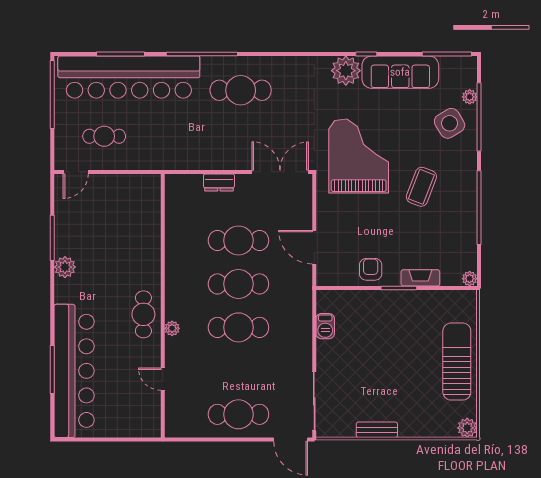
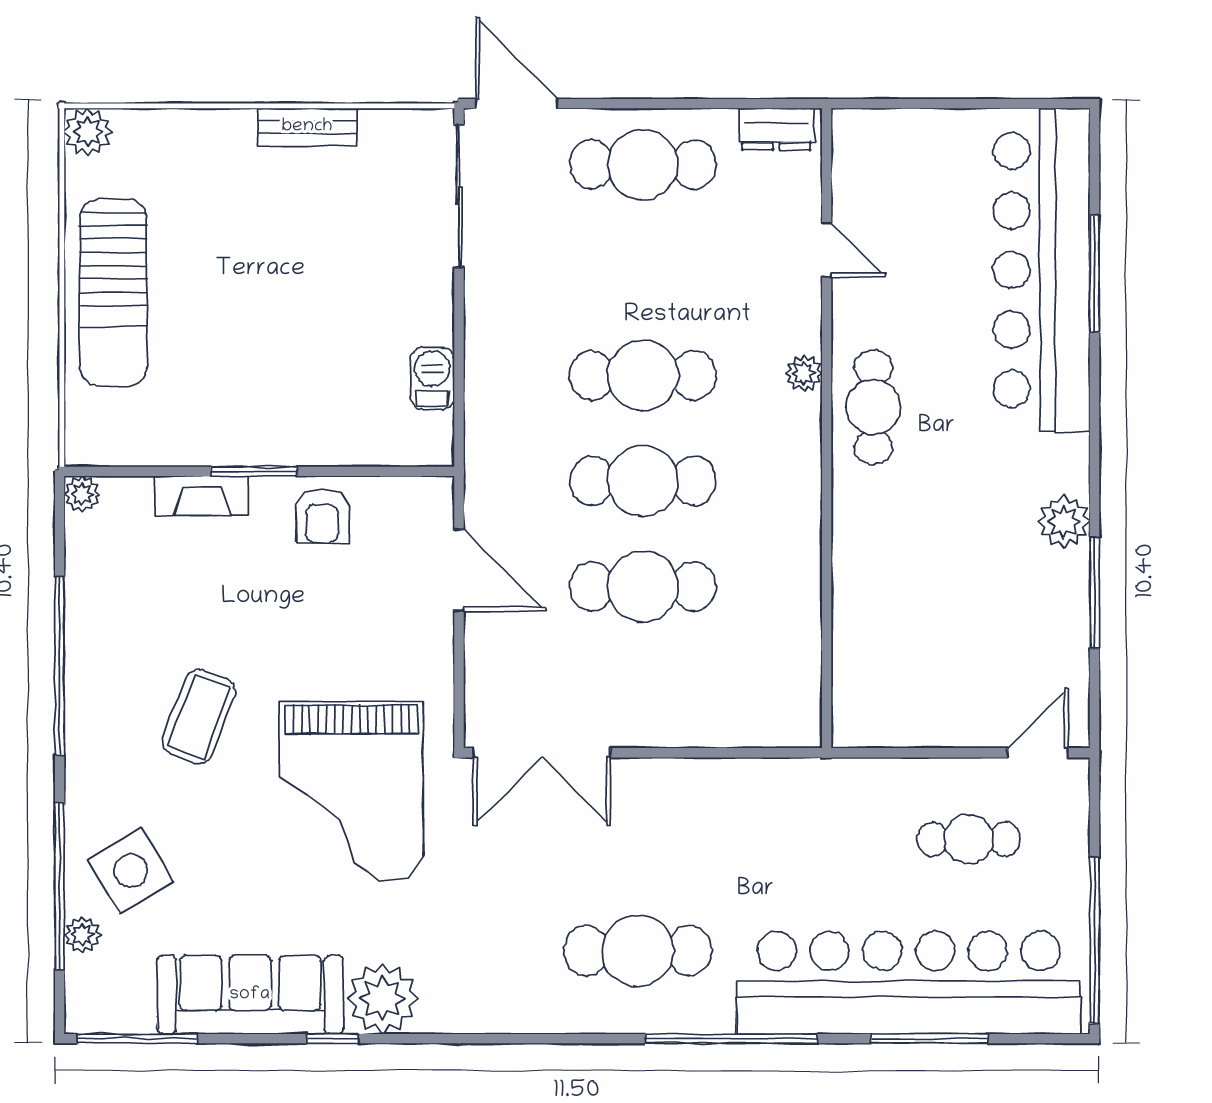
dresser: (219, 182) -> (776, 129), moved, turned 180

